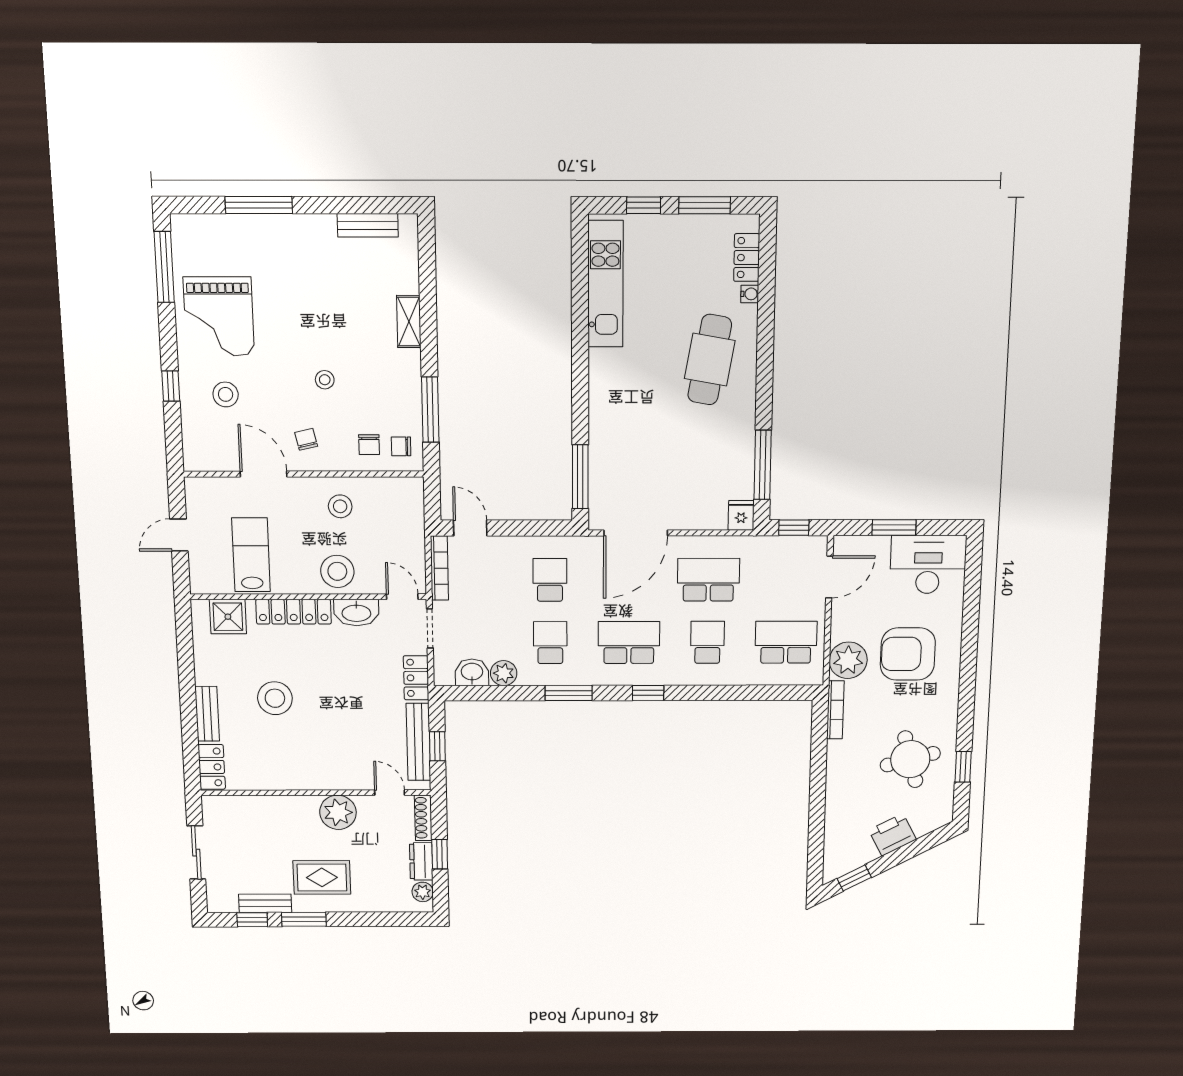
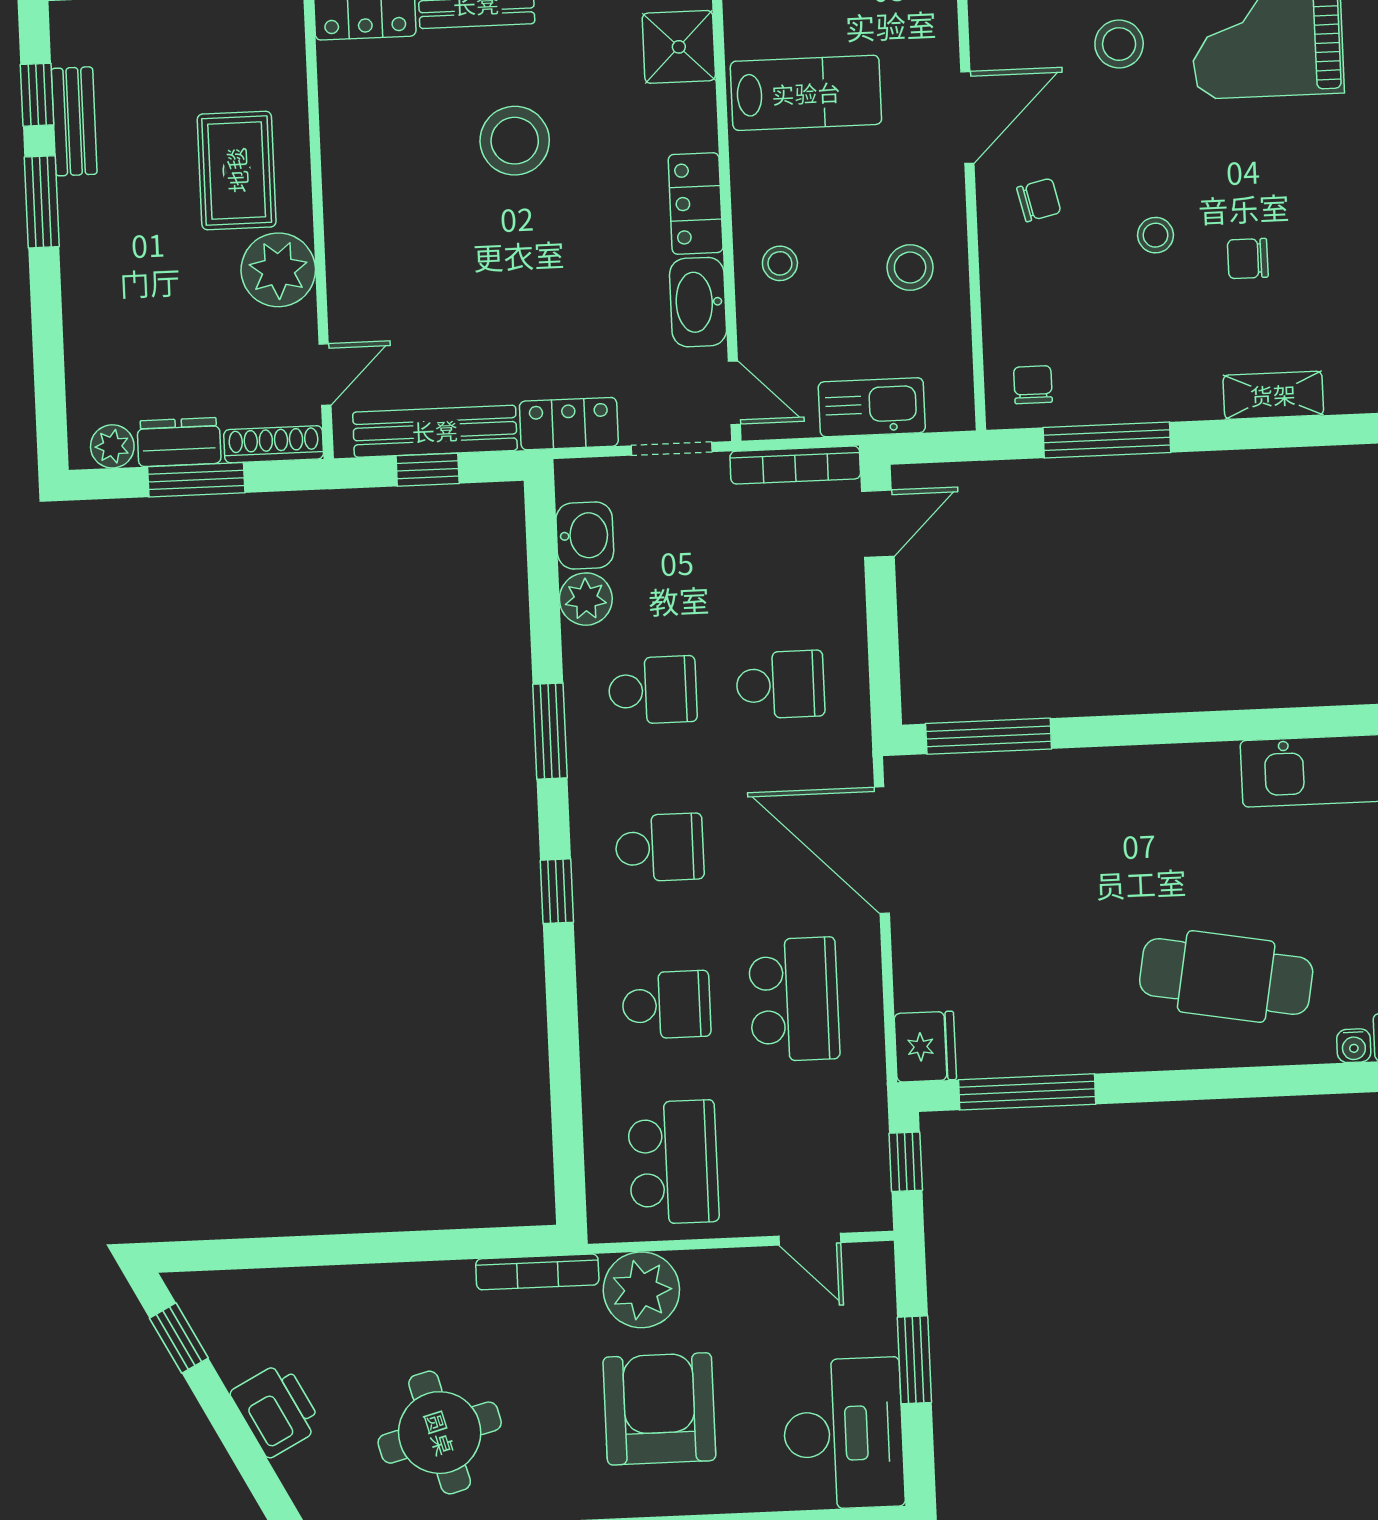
chair: (369, 445) -> (1248, 259), moved
fridge: (741, 515) -> (925, 1047), width x1.38
kitchen sink: (411, 529) -> (872, 407), added
stool: (337, 571) -> (780, 263), width x0.53, depth x0.53
door: (829, 577) -> (810, 1239), width x0.73
door: (402, 597) -> (734, 393), hinge flipped
locker: (294, 612) -> (696, 204), width x0.66
school desk: (629, 642) -> (660, 848), width x0.54
window: (440, 854) -> (196, 480), width x1.50
rug: (322, 877) -> (237, 170), moved

